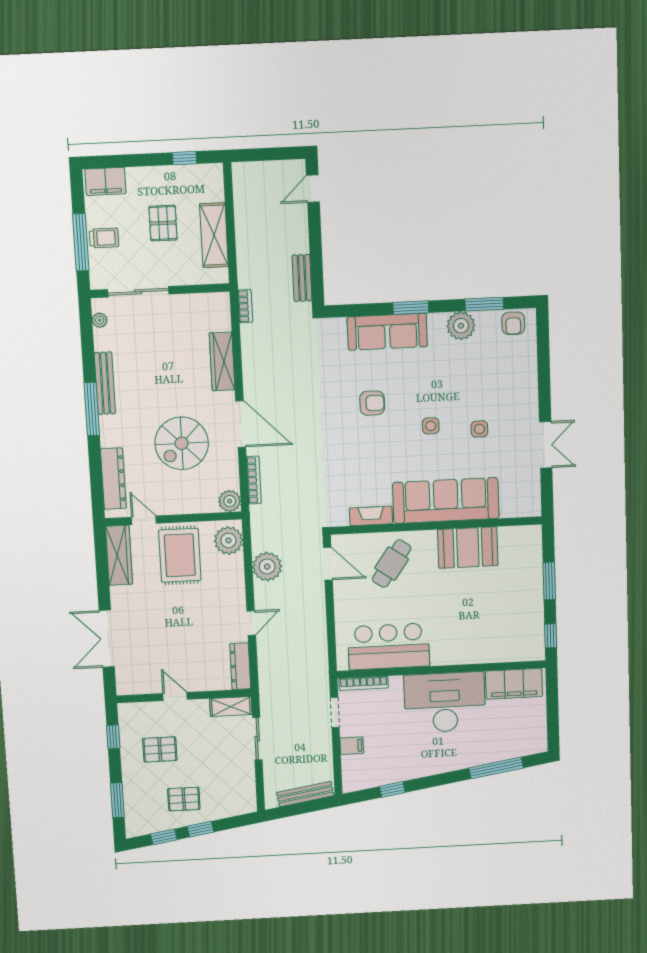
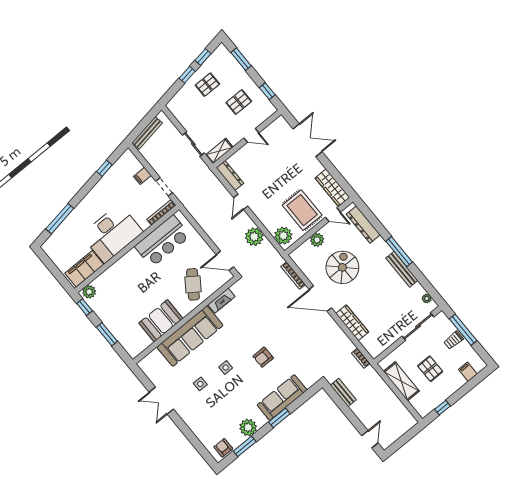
filing cabinet: (105, 181) -> (468, 372), width x0.50
plant: (230, 501) -> (317, 240), moved
plant: (530, 651) -> (89, 292), added

